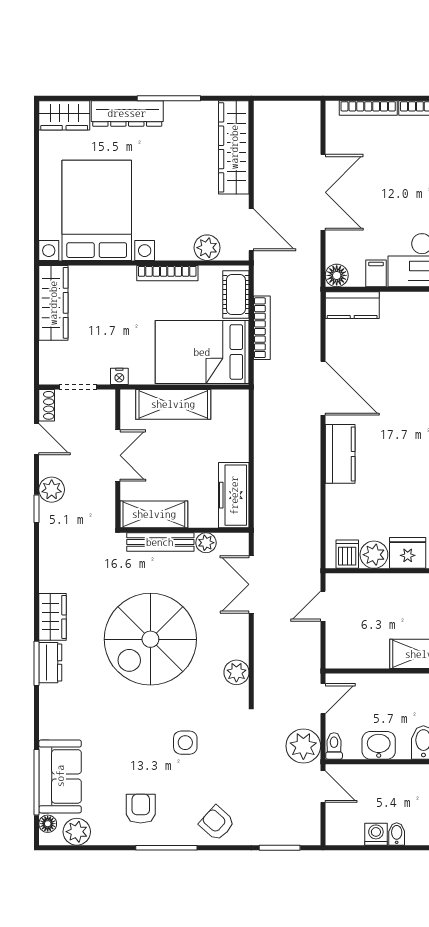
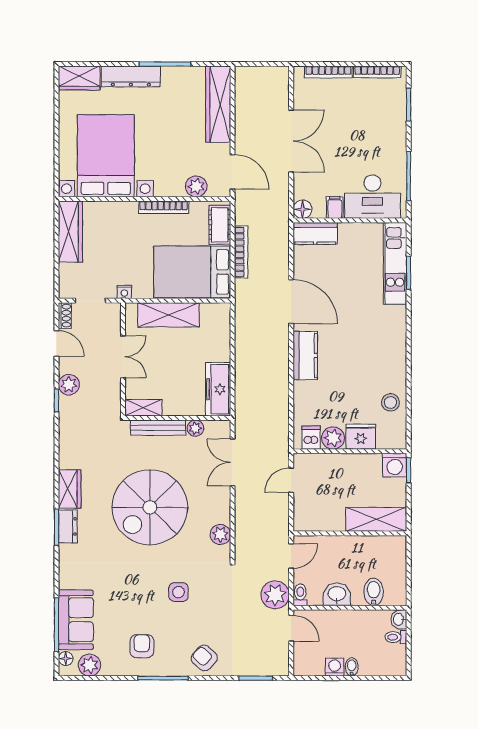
shelving: (154, 514) -> (143, 408), width x0.67, depth x0.75

